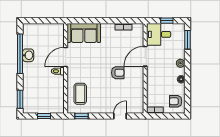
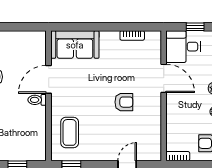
door: (145, 56) -> (164, 78), swing flipped

